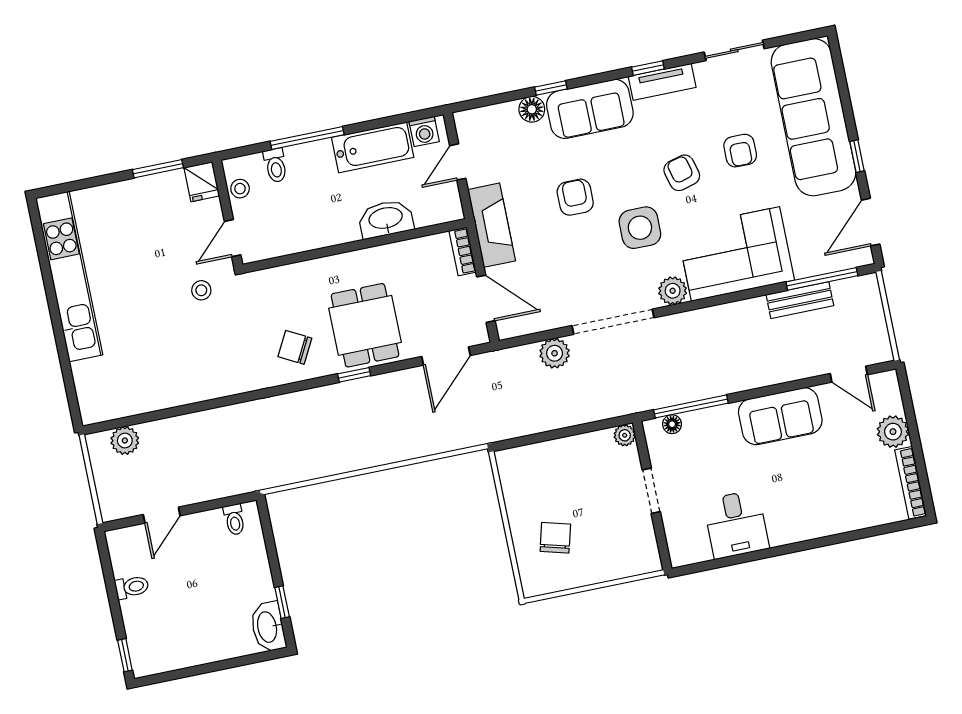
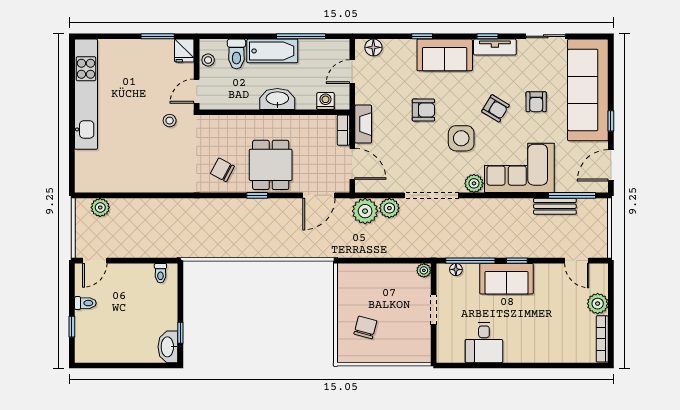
floor lamp: (532, 109) -> (373, 47), moved
washing machine: (424, 131) -> (326, 101), moved, turned 180
window: (307, 138) -> (301, 36), moved
bathtub: (373, 147) -> (272, 51), moved
toilet: (275, 165) -> (236, 54), width x1.37, depth x1.39
armchair: (682, 173) -> (495, 108), turned 136
armchair: (575, 197) -> (423, 110), turned 90
washbasin: (386, 219) -> (277, 99), moved
fireplace: (492, 225) -> (363, 124), width x0.73, depth x0.76
plant: (519, 365) -> (365, 211), added
window: (760, 392) -> (517, 261), added
sofa: (780, 416) -> (506, 279), moved
door: (162, 515) -> (95, 261), moved
window: (125, 655) -> (72, 327), moved

